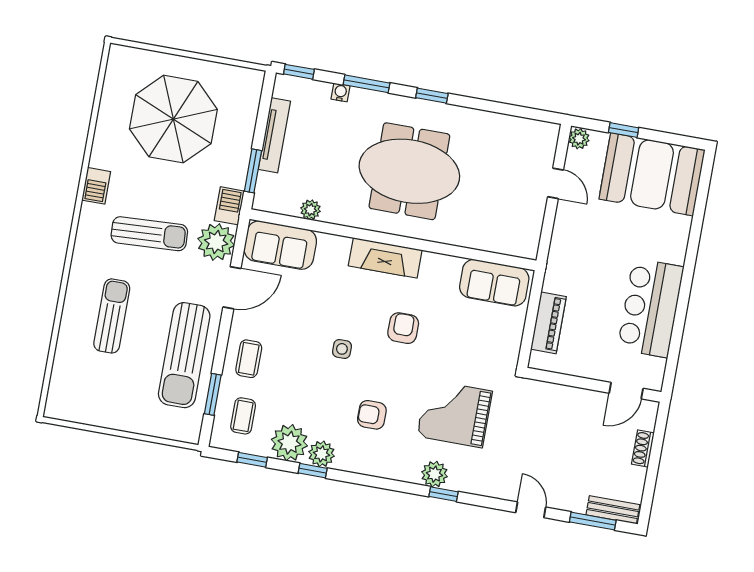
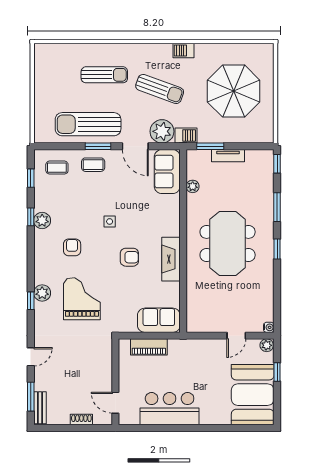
water cooler: (341, 92) -> (269, 327), moved
tv unit: (274, 135) -> (228, 156), width x0.71
sun lounger: (149, 234) -> (160, 89), turned -67
fireplace: (385, 258) -> (171, 259), moved
sofa: (494, 283) -> (159, 320), moved, turned 90
window: (213, 394) -> (98, 146), moved
plant: (289, 443) -> (45, 199), removed

